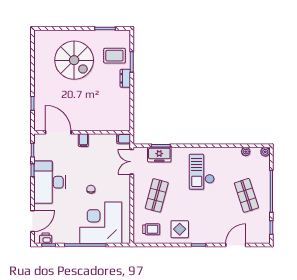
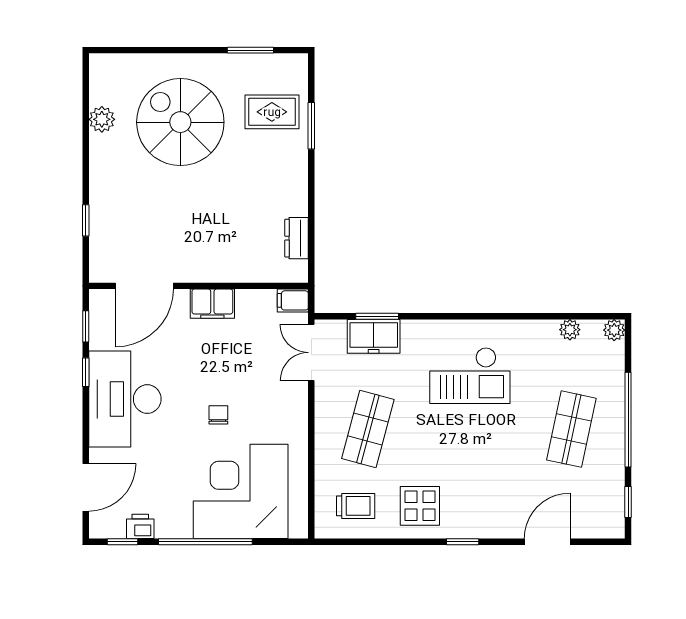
plant: (39, 59) -> (102, 119), added
spiral stairs: (74, 60) -> (180, 122), turned 180
dresser: (125, 78) -> (297, 238), moved
door: (58, 132) -> (144, 286), swing flipped
filing cabinet: (83, 140) -> (212, 304), width x2.00
checkout: (202, 172) -> (470, 375), turned -90
shop shelf: (246, 195) -> (571, 429), turned 30
printer: (46, 238) -> (140, 526), moved

